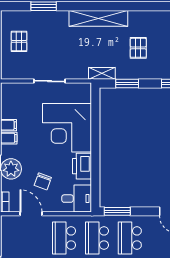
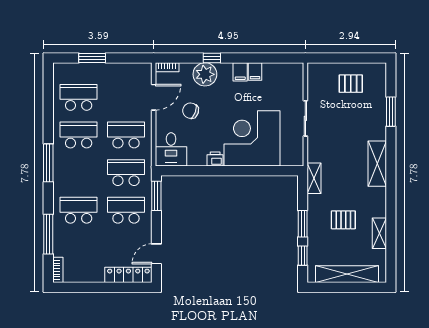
shelving: (150, 16) -> (379, 233), added
shelving: (98, 18) -> (377, 164), width x0.68
window: (127, 83) -> (303, 224), moved
printer: (82, 166) -> (215, 159), width x0.53, depth x0.68

